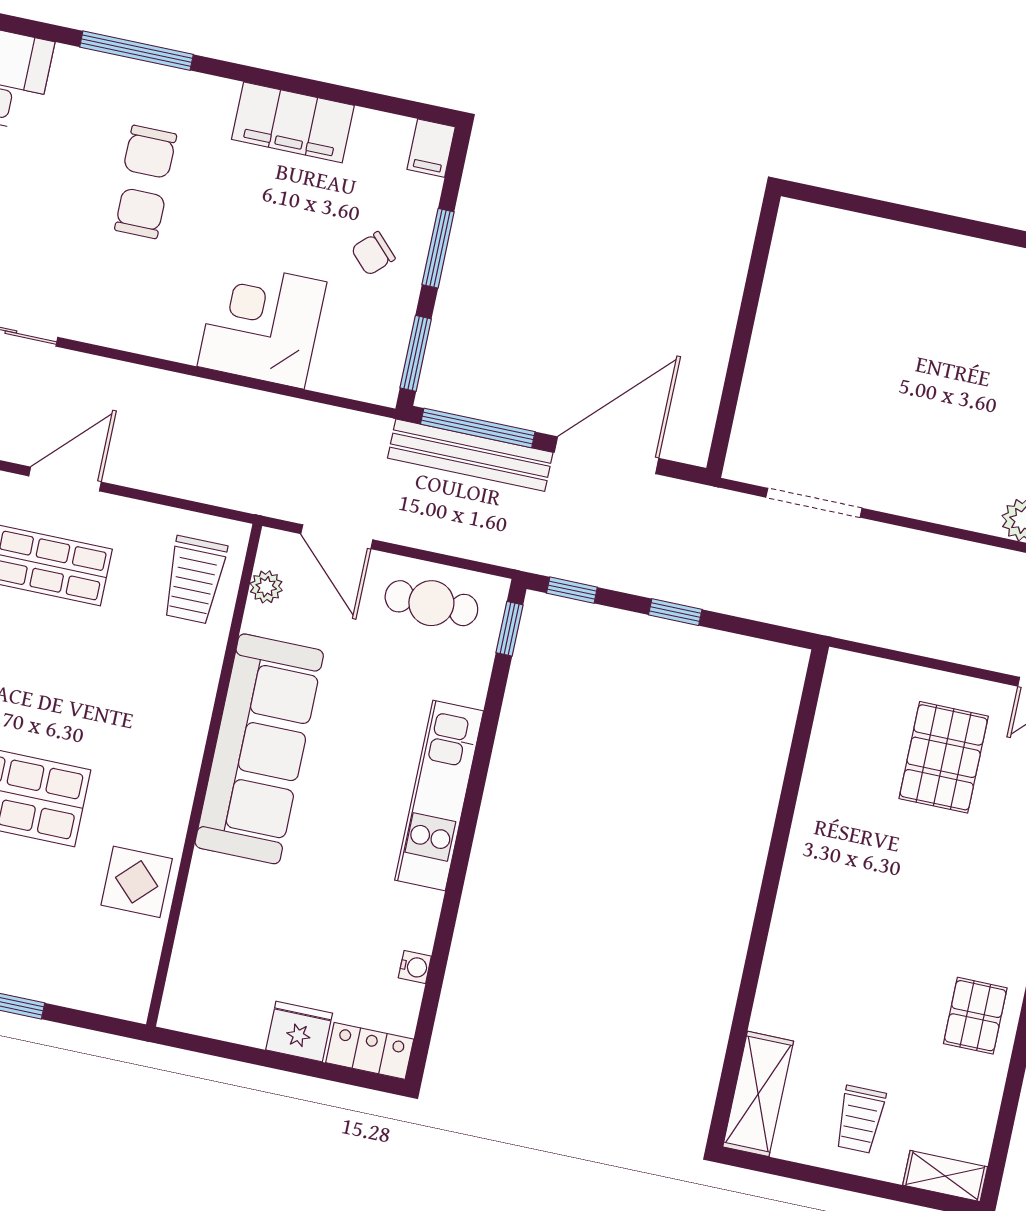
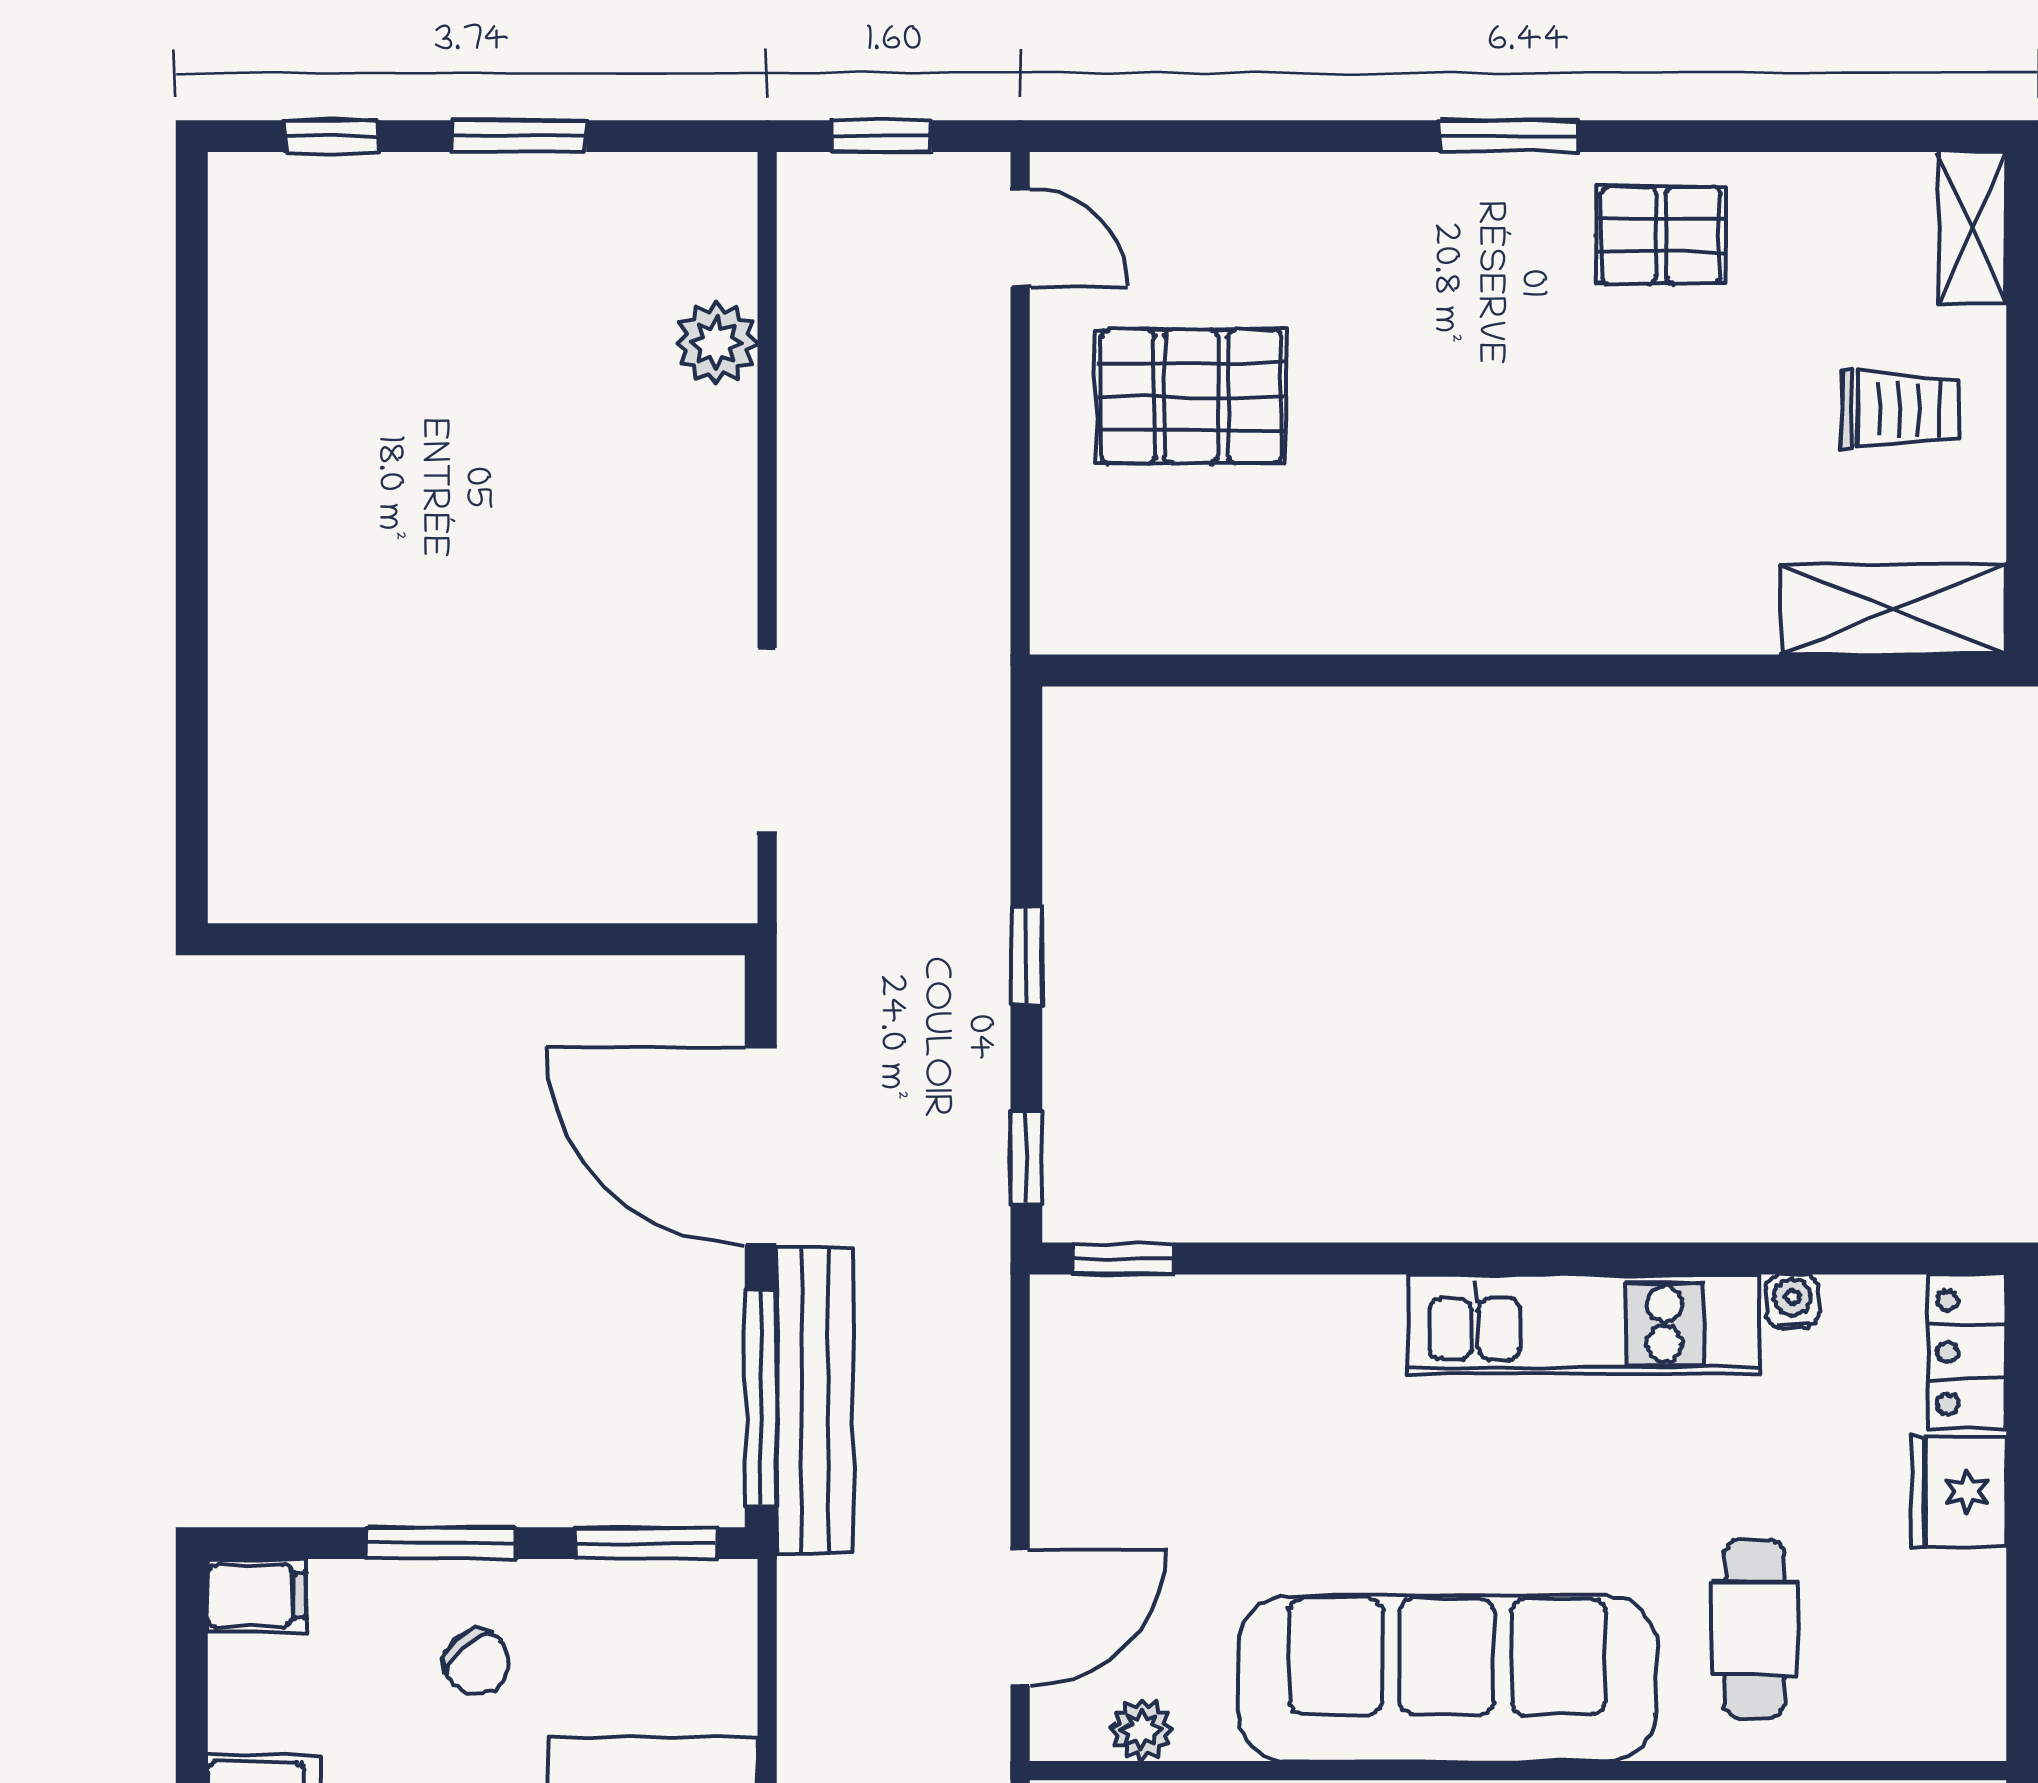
cafe table: (431, 603) -> (1754, 1629), moved
kitchen unit: (439, 796) -> (1584, 1324), moved

